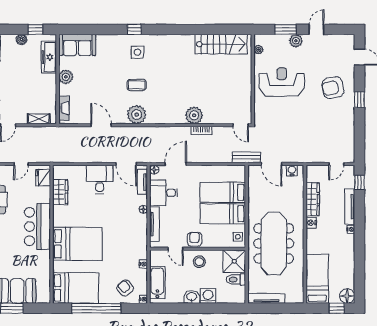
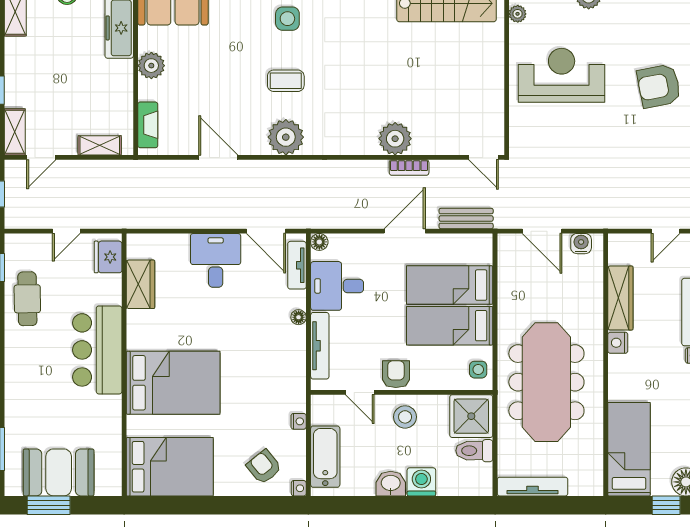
bench: (246, 157) -> (466, 219), moved
door: (176, 164) -> (405, 231), moved
window: (96, 308) -> (209, 505), removed

